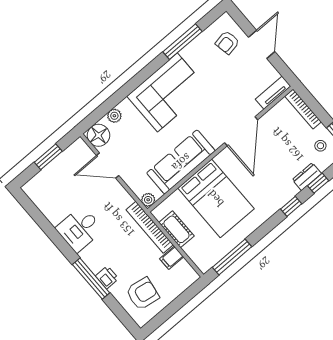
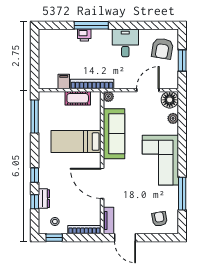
door: (262, 44) -> (125, 238), moved
bed: (216, 198) -> (76, 142), width x0.67
armchair: (143, 294) -> (162, 48), moved

